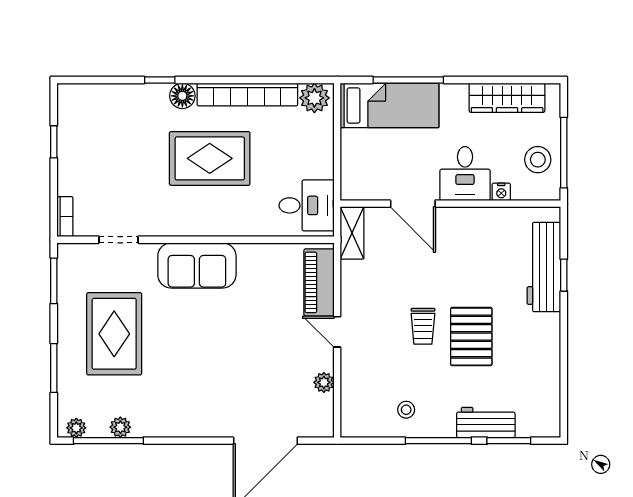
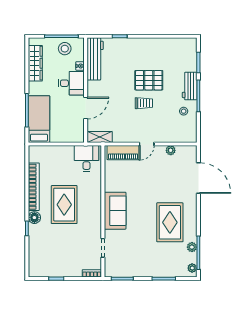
plant: (314, 98) -> (35, 155), removed
workbench: (544, 267) -> (95, 59), moved, turned -90
rug: (114, 334) -> (170, 222), moved, turned 90
workbench: (486, 422) -> (190, 86), moved

